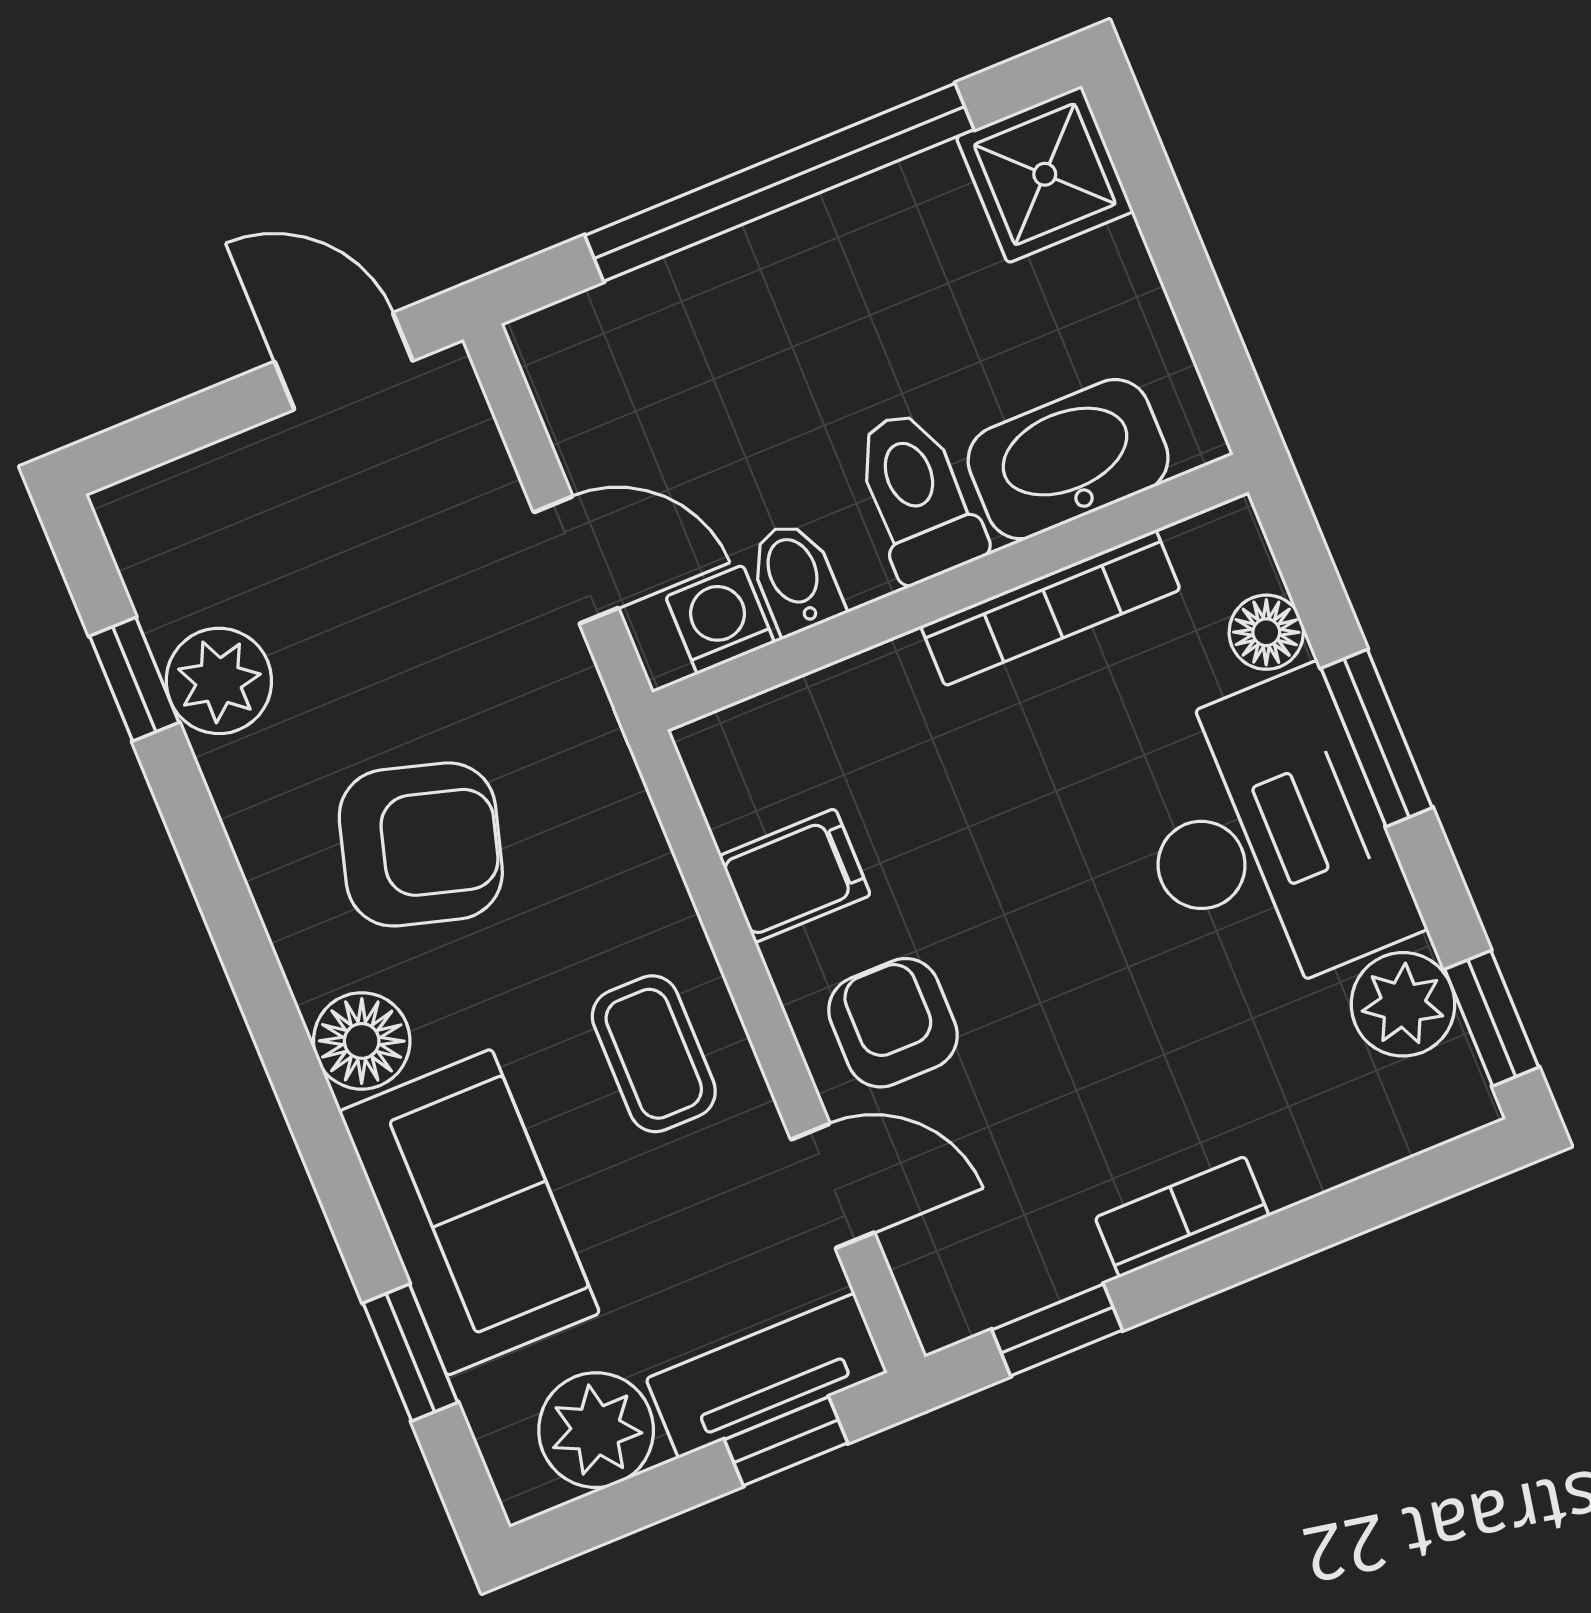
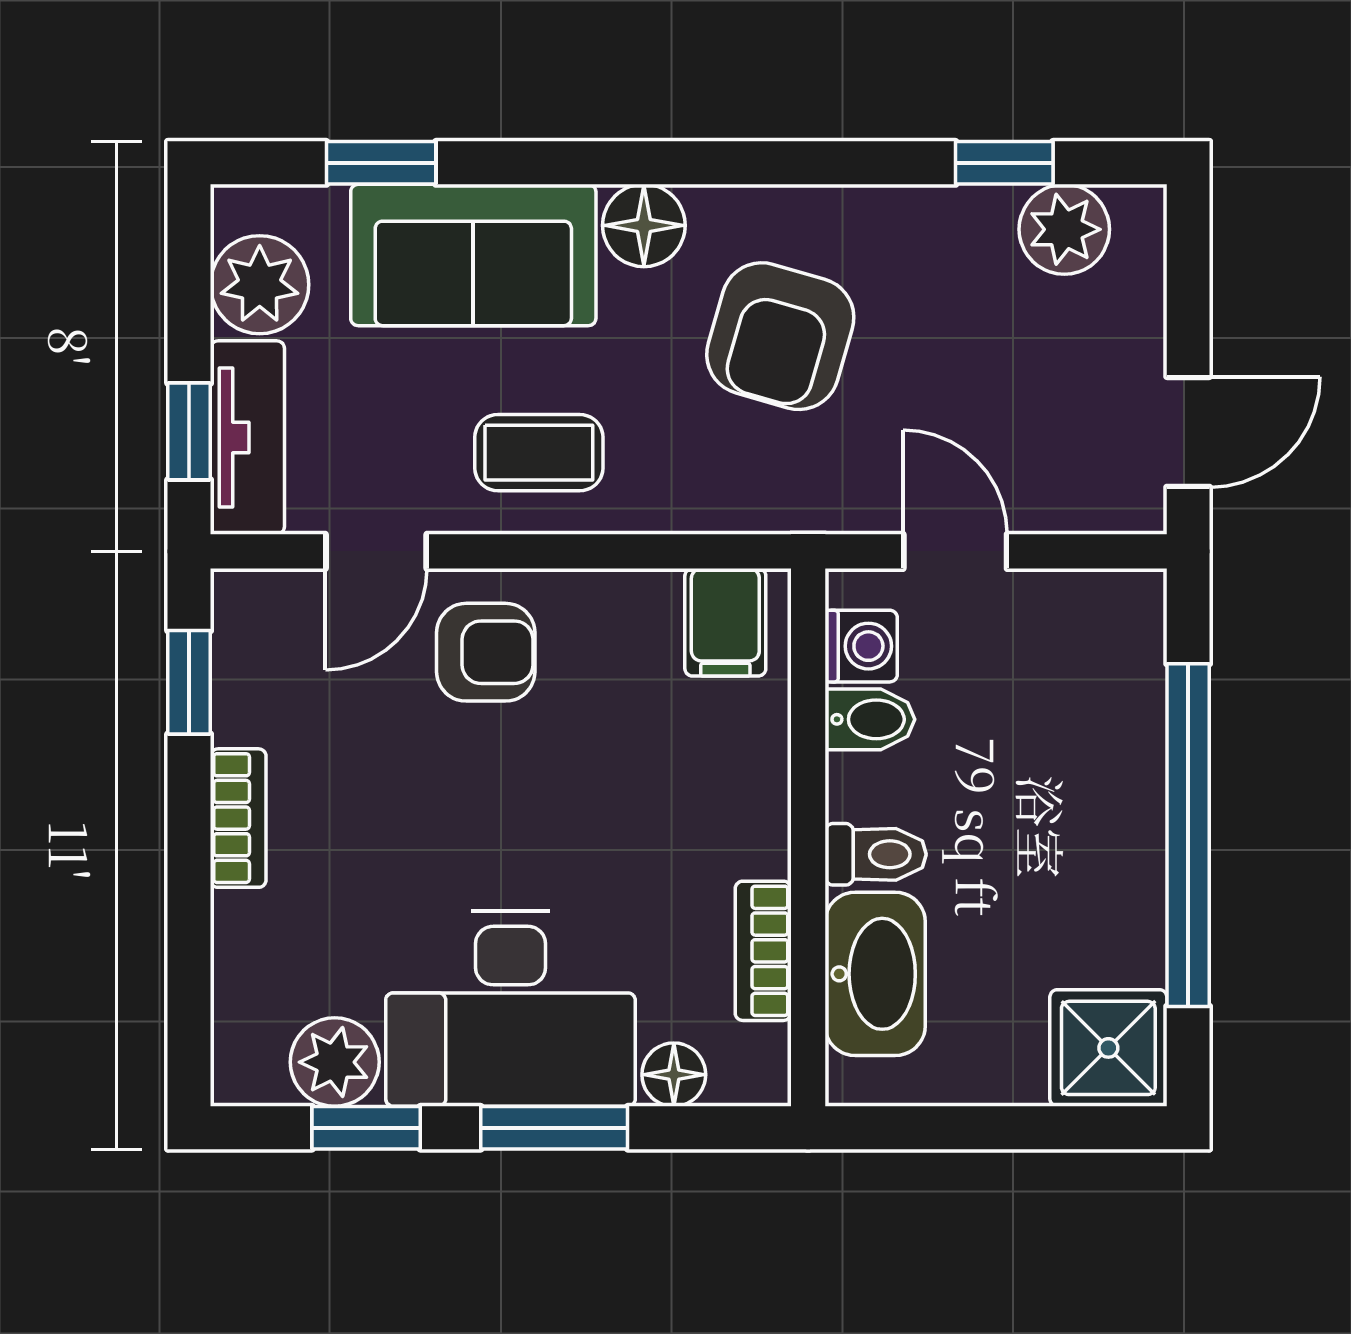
toilet: (918, 496) -> (876, 854), width x0.73, depth x0.72
door: (576, 560) -> (955, 551), swing flipped
bookcase: (1050, 608) -> (763, 951), width x0.64
plant: (219, 681) -> (1064, 229), moved
filing cabinet: (795, 876) -> (725, 622), moved
window: (1492, 1018) -> (366, 1128), moved

